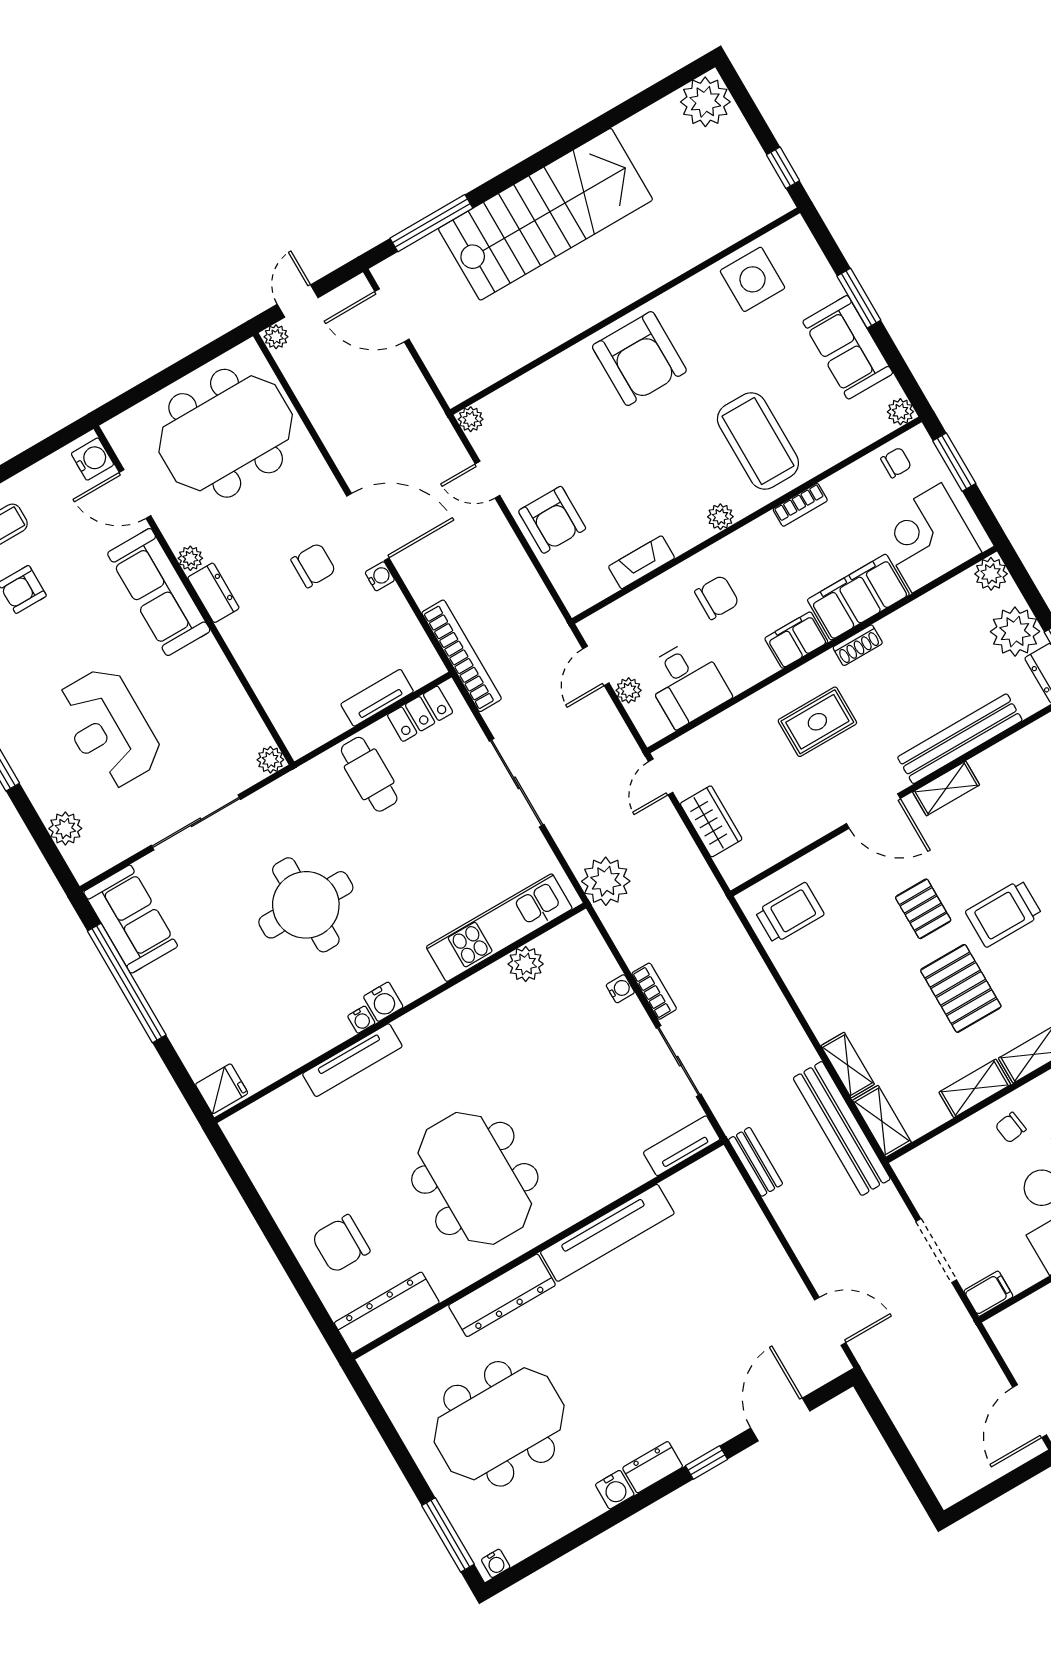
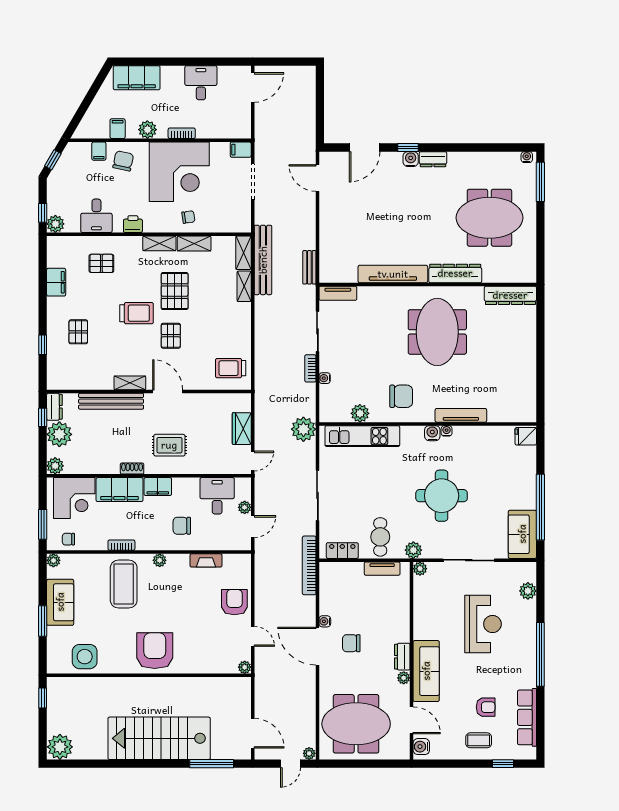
tv unit: (377, 698) -> (382, 569), moved
plant: (300, 785) -> (413, 550), added
chair: (341, 1244) -> (401, 396), moved
water cooler: (615, 1490) -> (411, 159), moved

